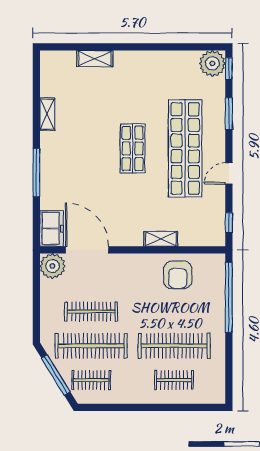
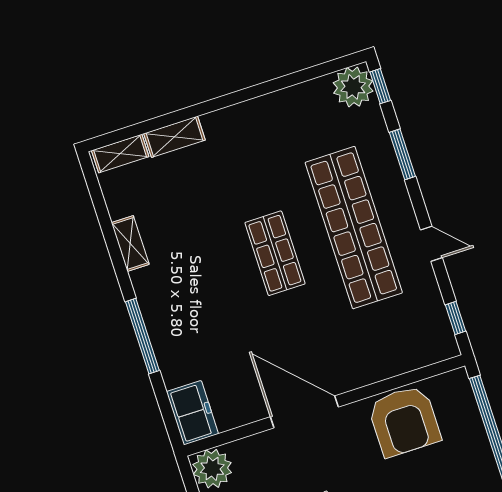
door: (229, 173) -> (431, 244), swing flipped
shelving: (161, 239) -> (120, 154), moved
door: (87, 250) -> (304, 412), moved
armchair: (178, 275) -> (404, 421), width x1.36, depth x1.36

